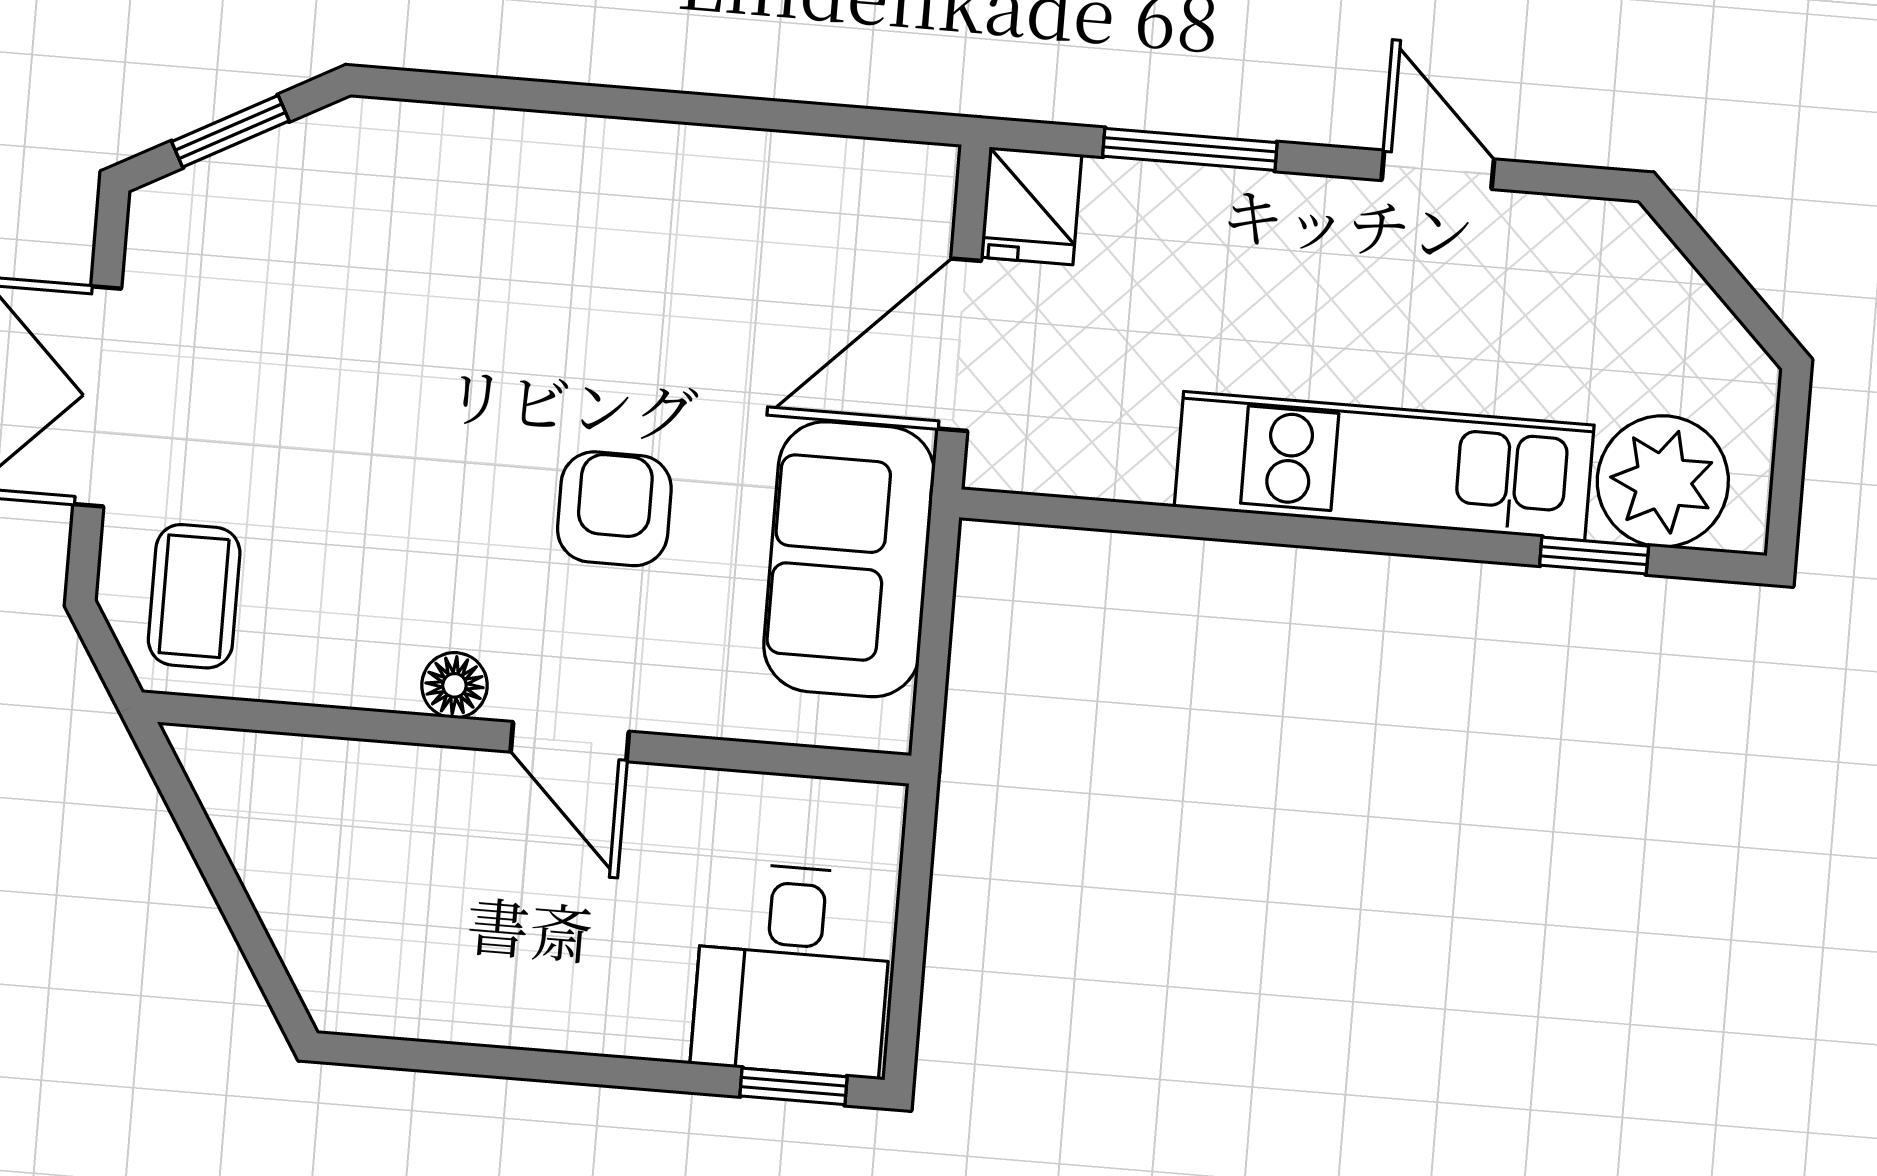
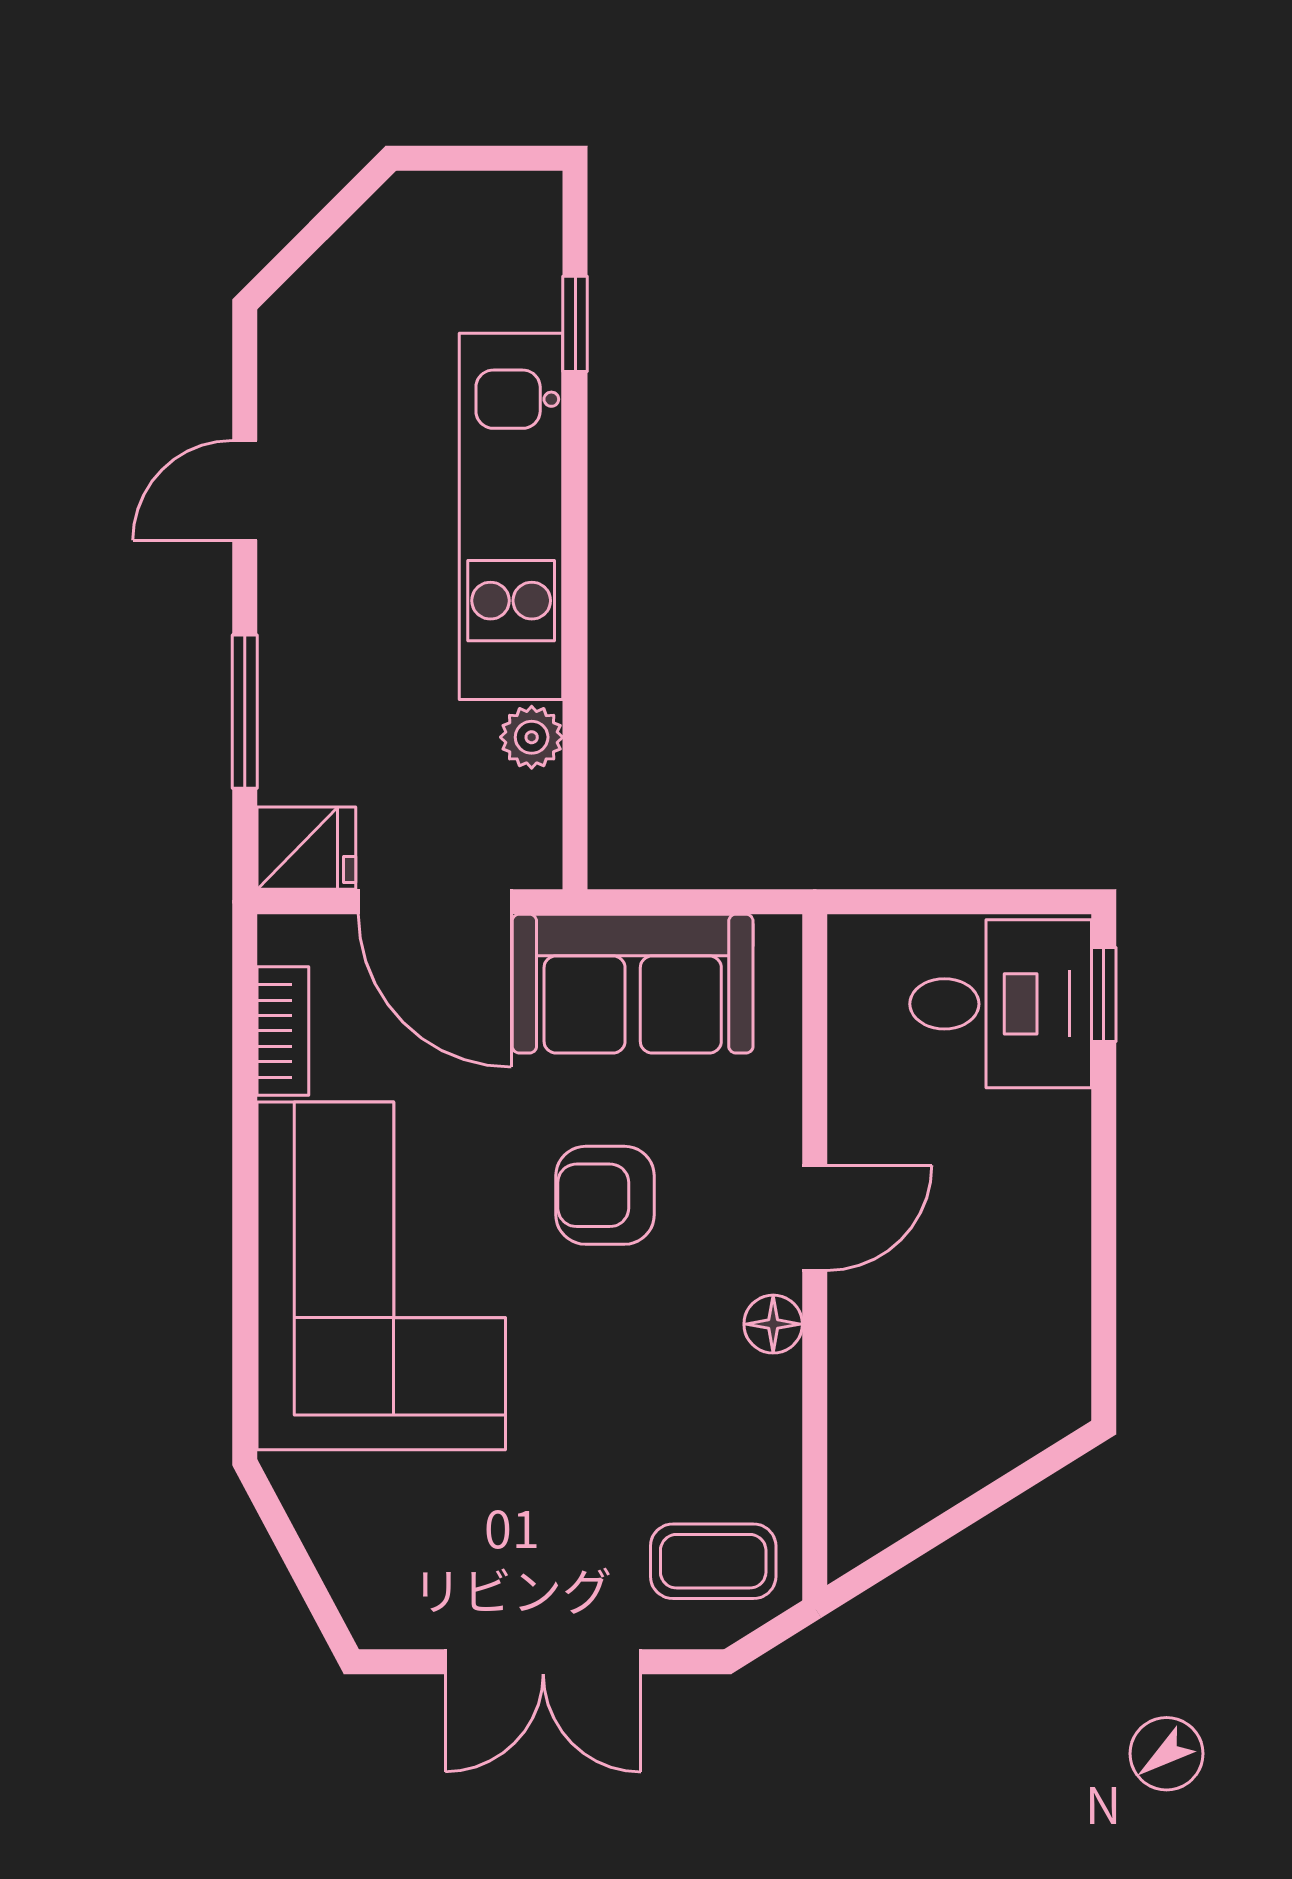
window: (230, 131) -> (299, 1563), removed
bookcase: (828, 163) -> (283, 1031), added
corner sofa: (545, 250) -> (381, 1276), added
plant: (1663, 481) -> (532, 737), moved, width x0.53, depth x0.53

